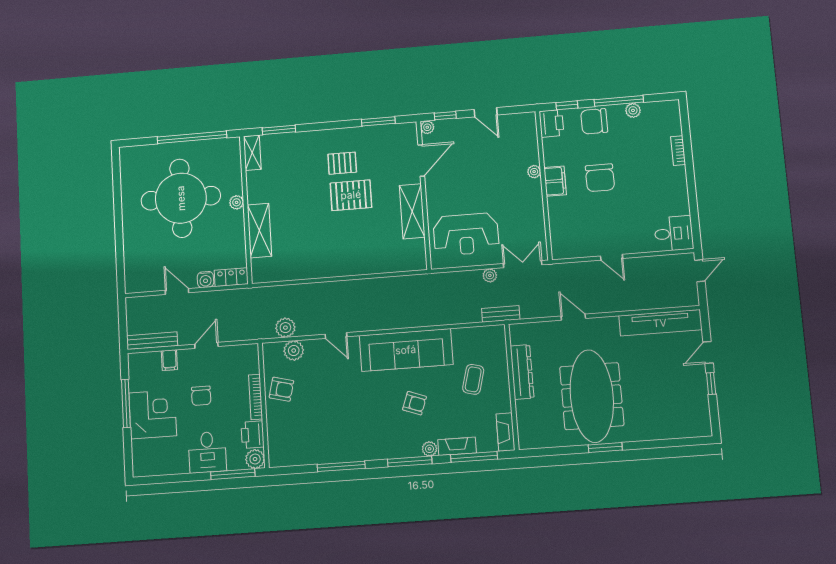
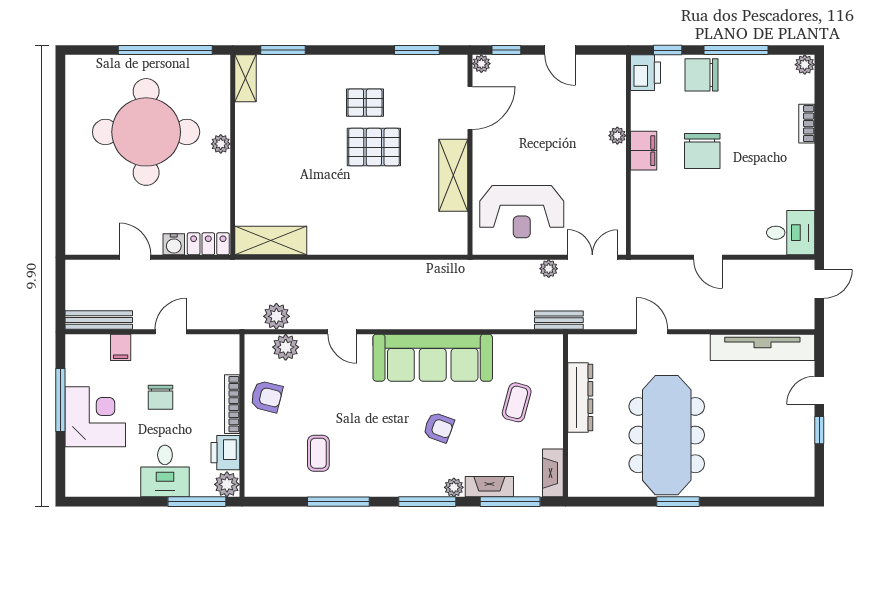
plant: (633, 110) -> (805, 65), moved
shelving: (259, 231) -> (271, 241), moved, turned 90
coffee table: (323, 430) -> (318, 453), added

